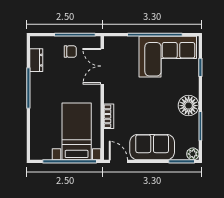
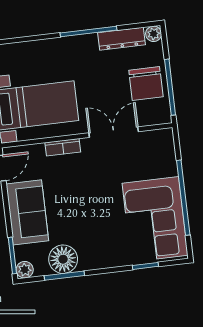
plant: (35, 42) -> (154, 34), added
chair: (70, 52) -> (146, 84), width x1.87, depth x1.87
dresser: (36, 60) -> (121, 39), width x1.44
double door: (102, 66) -> (114, 132), moved
floor lamp: (189, 106) -> (63, 259), moved

